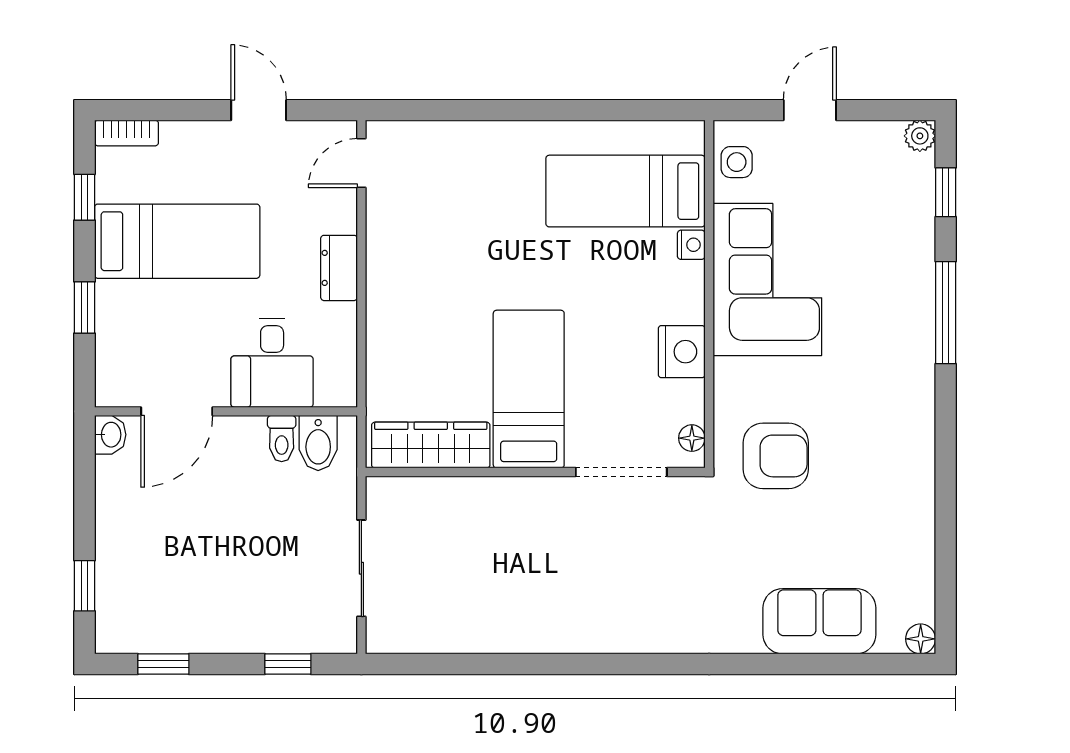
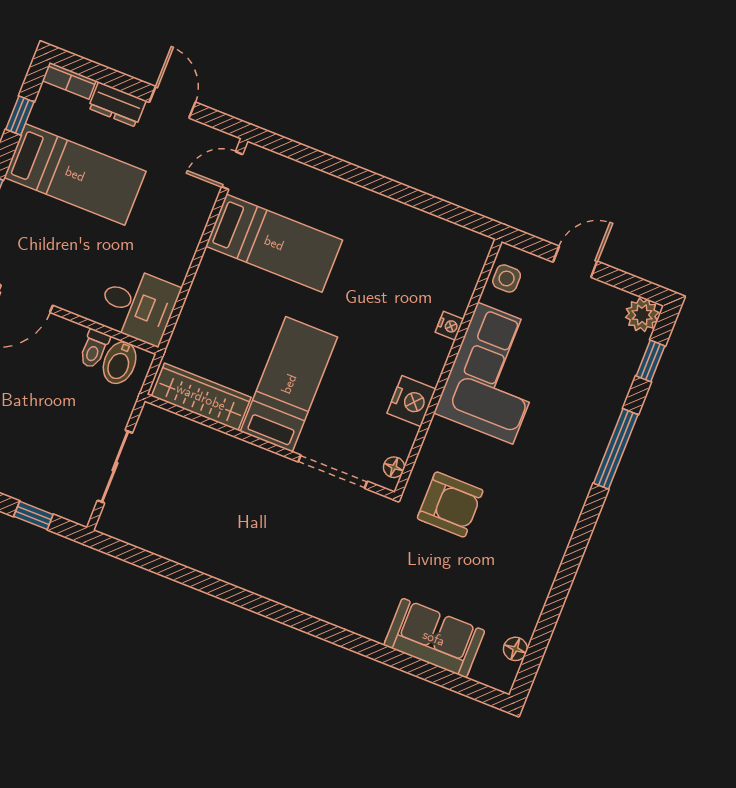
plant: (920, 136) -> (642, 315), width x1.38, depth x1.38
bed: (625, 191) -> (274, 243), moved, turned 180
dresser: (339, 268) -> (117, 104), moved, turned -90
desk: (272, 363) -> (138, 305), moved, turned -90
floor lamp: (921, 639) -> (515, 649), moved

